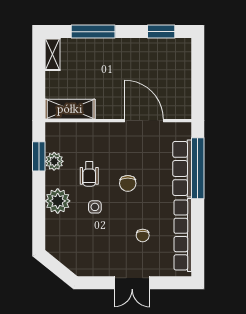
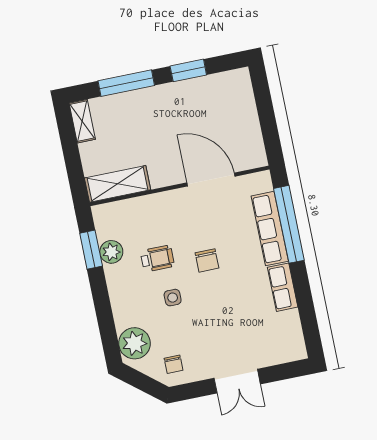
window: (161, 32) -> (188, 70), moved
wheelchair: (89, 174) -> (157, 259), turned -90
plant: (58, 201) -> (134, 343), moved
chair: (143, 235) -> (174, 364), moved
row of seats: (183, 235) -> (283, 287), width x0.50

